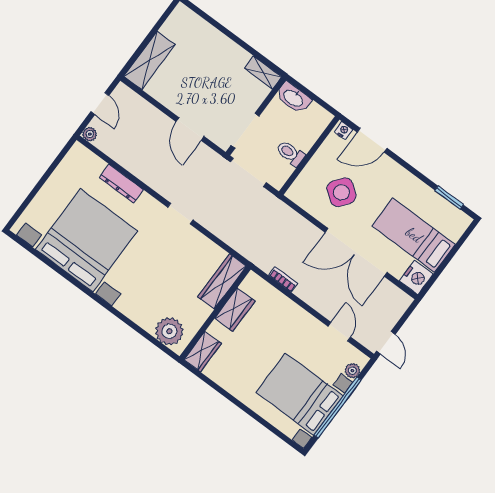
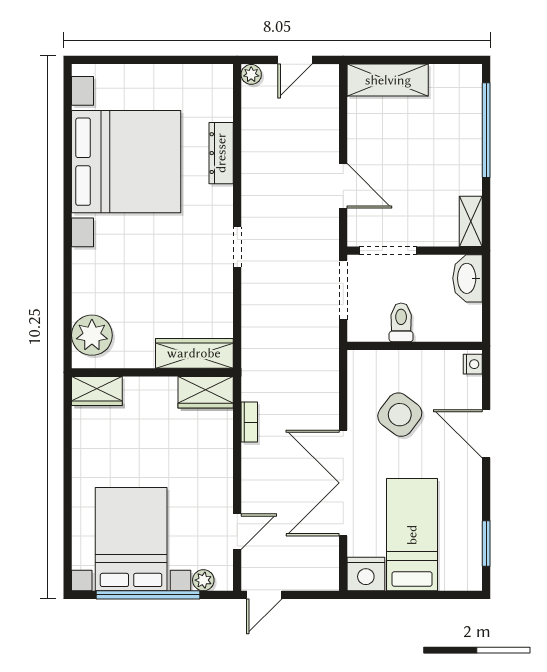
window: (218, 26) -> (486, 130), added
door: (190, 129) -> (343, 186), swing flipped
door: (372, 140) -> (486, 434), moved
wardrobe: (235, 310) -> (206, 392), moved

